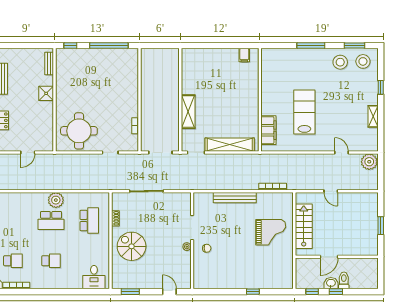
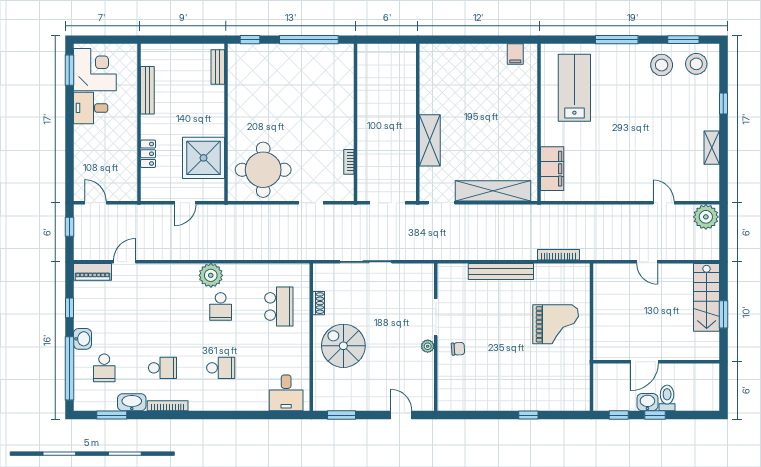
shower: (46, 93) -> (204, 158), moved, width x1.86, depth x1.86
lab bench: (304, 112) -> (574, 88), moved
plant: (56, 200) -> (211, 275), moved
school desk: (51, 220) -> (221, 306), width x0.54
stairs: (304, 226) -> (707, 297), moved, turned 180

